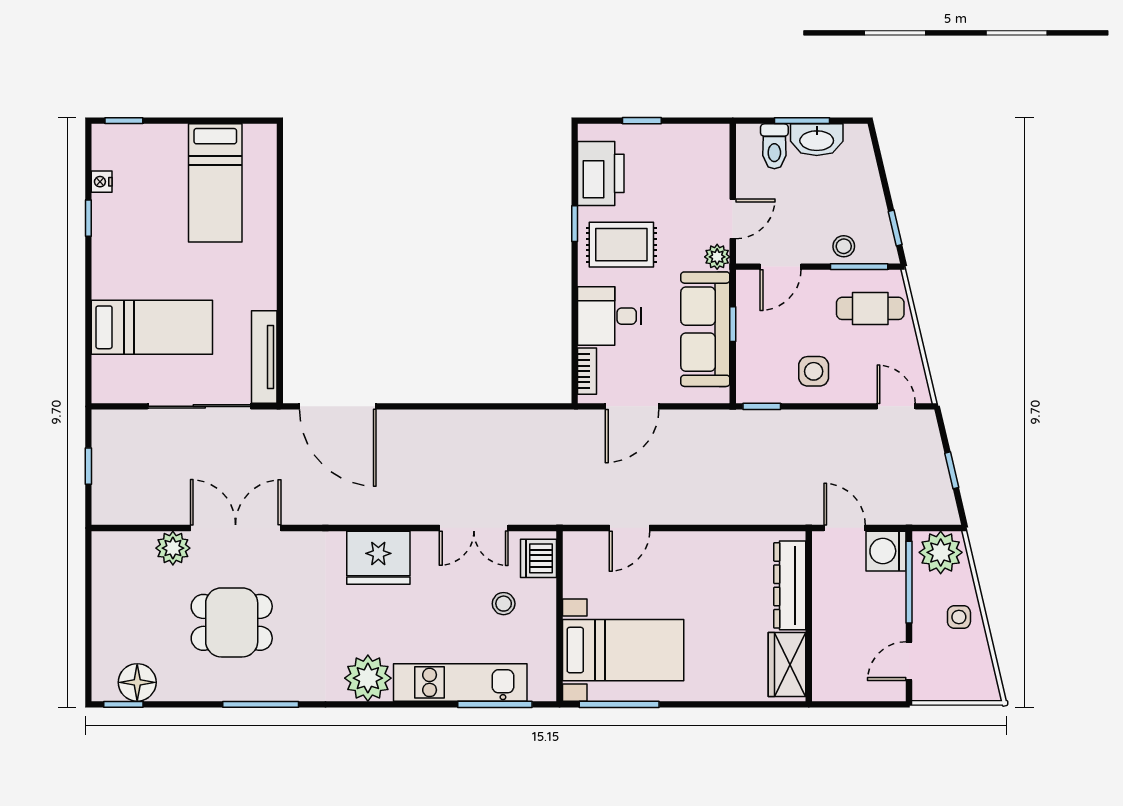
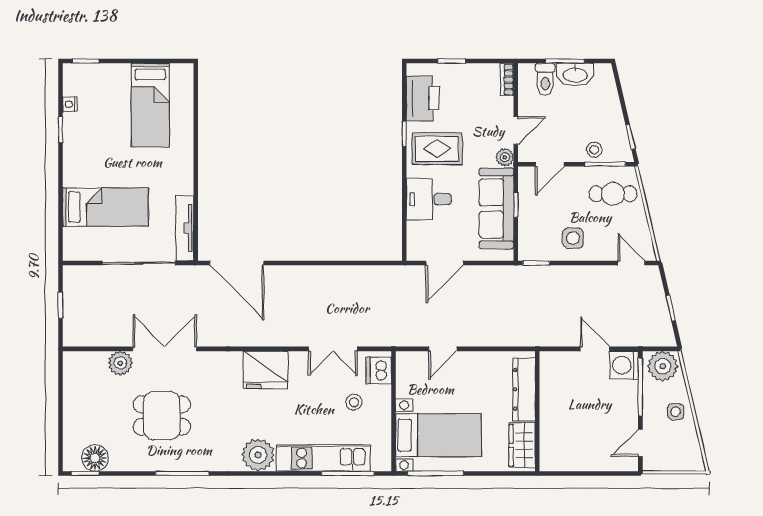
bookcase: (587, 371) -> (507, 80), moved, turned 180
dresser: (790, 585) -> (524, 389), moved
wall: (809, 616) -> (537, 411), moved
wardrobe: (787, 664) -> (522, 445), moved

